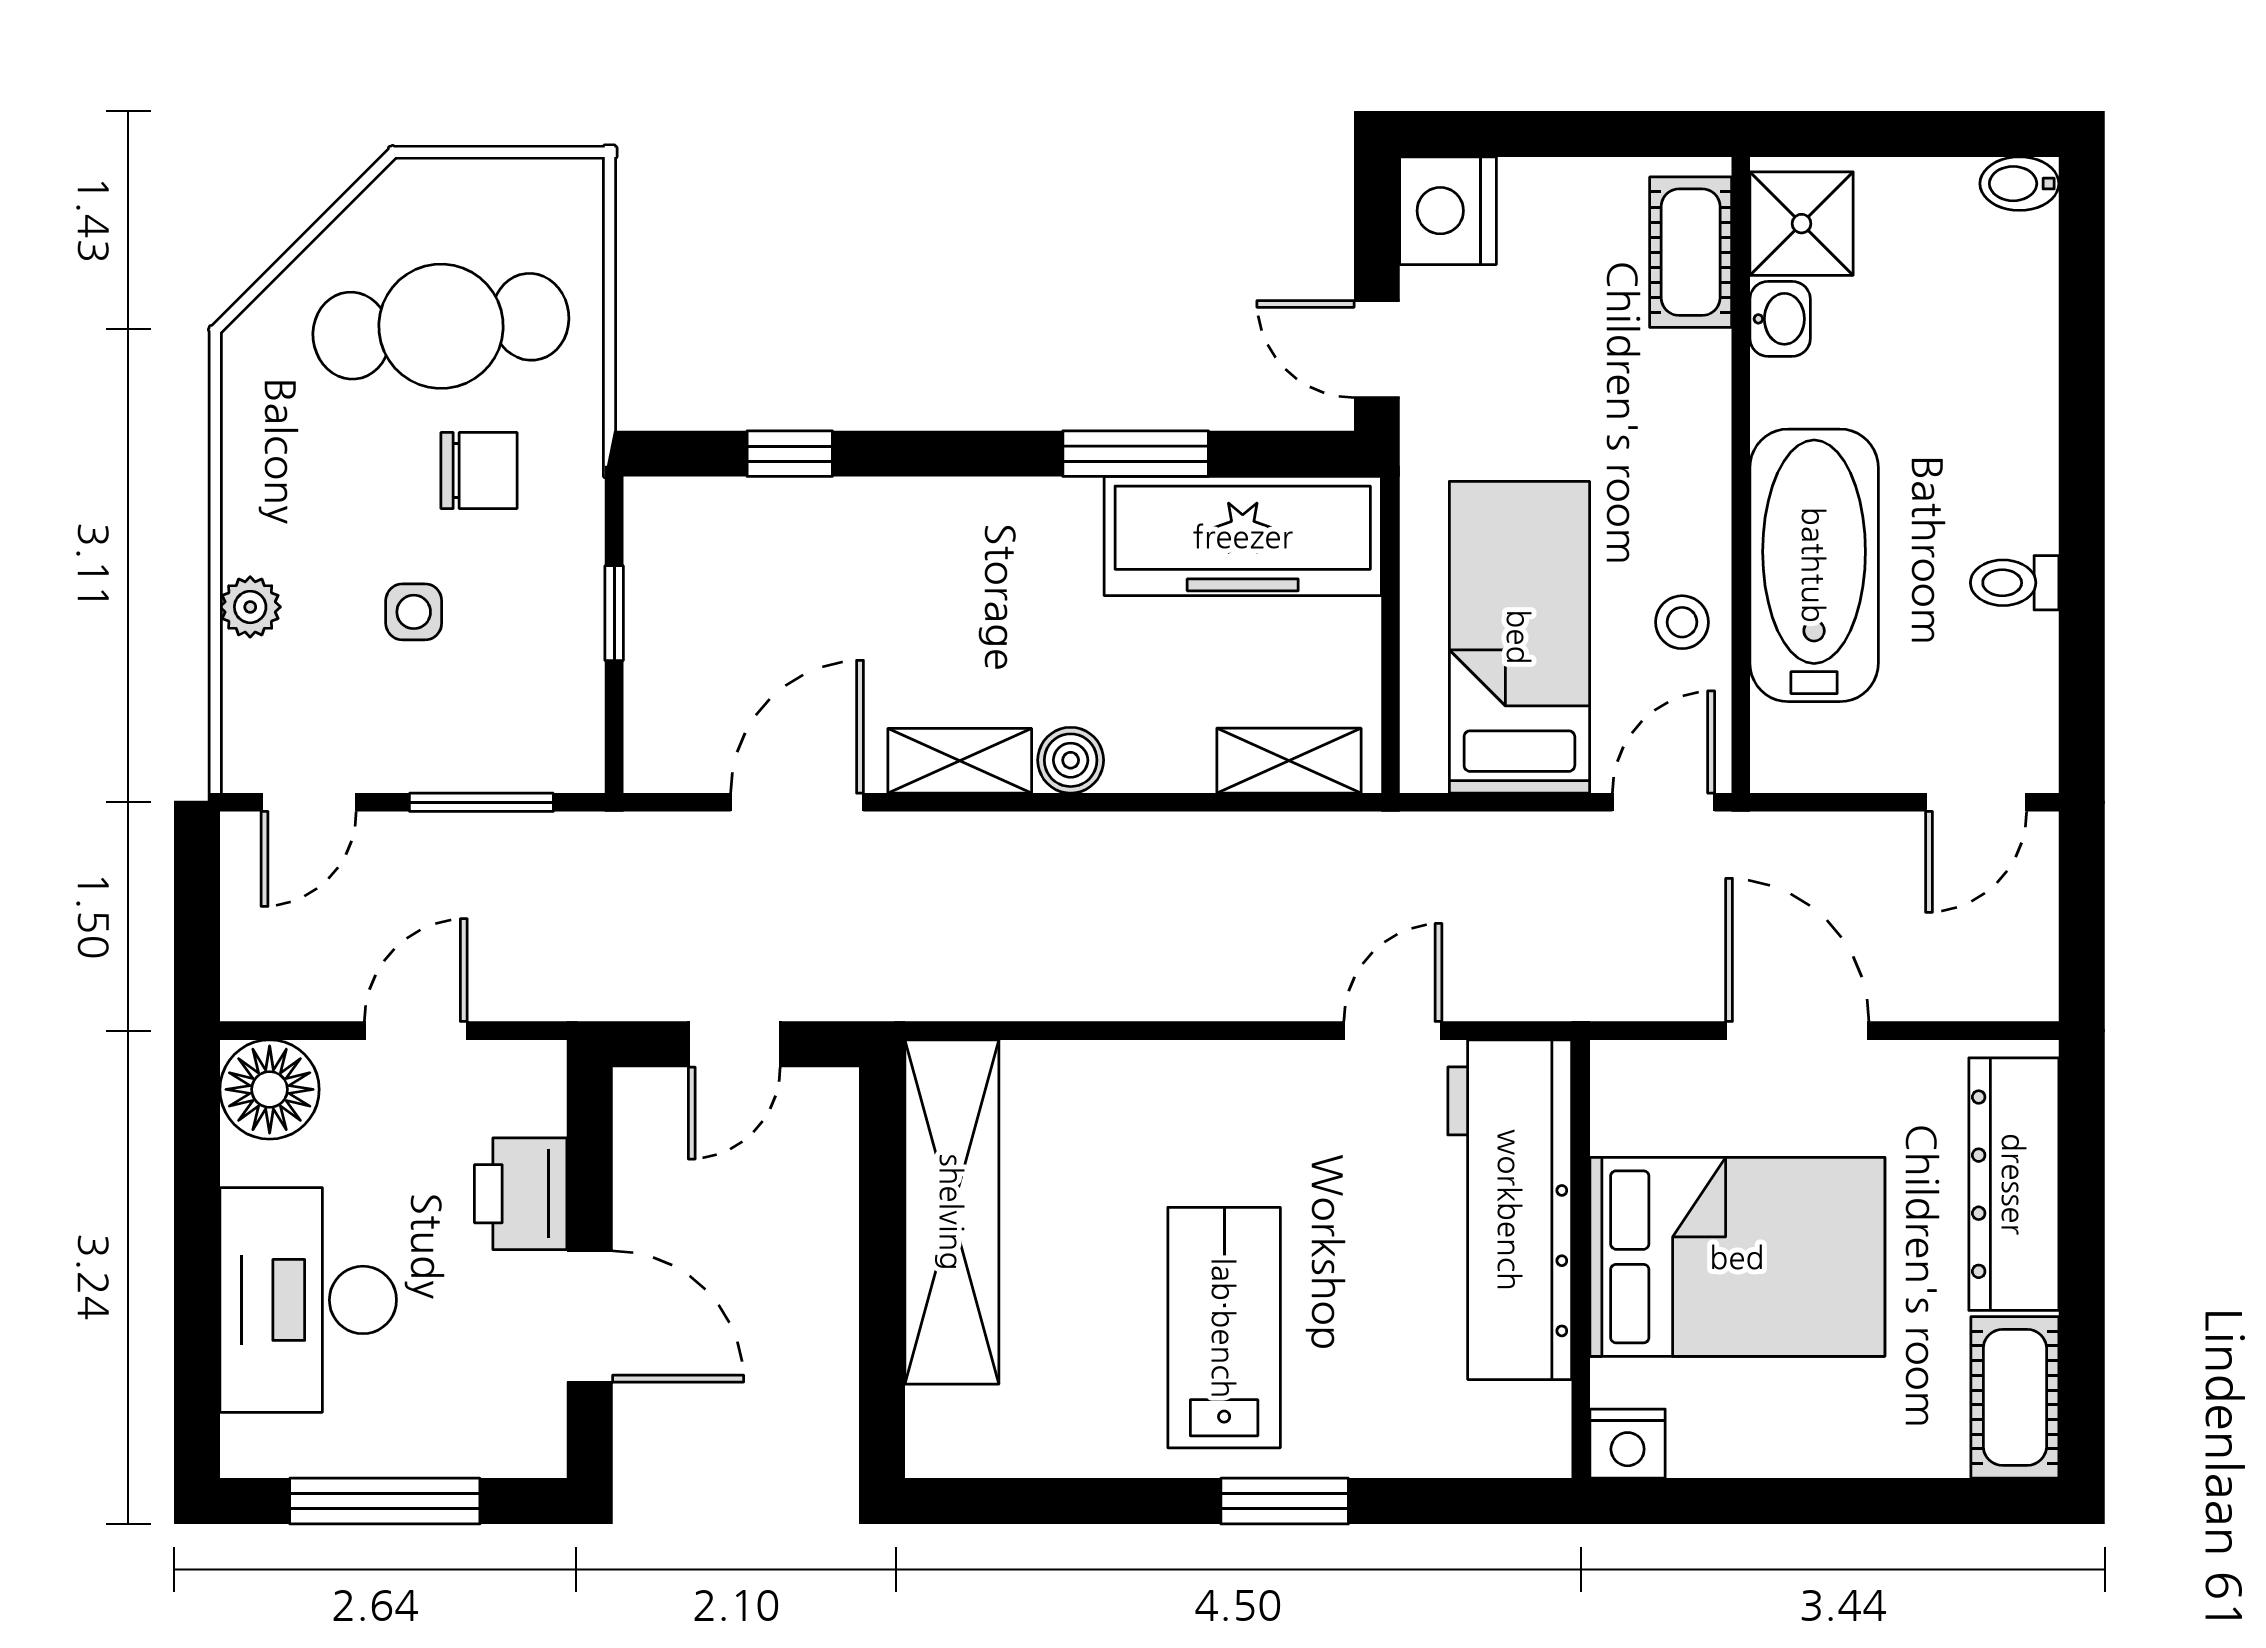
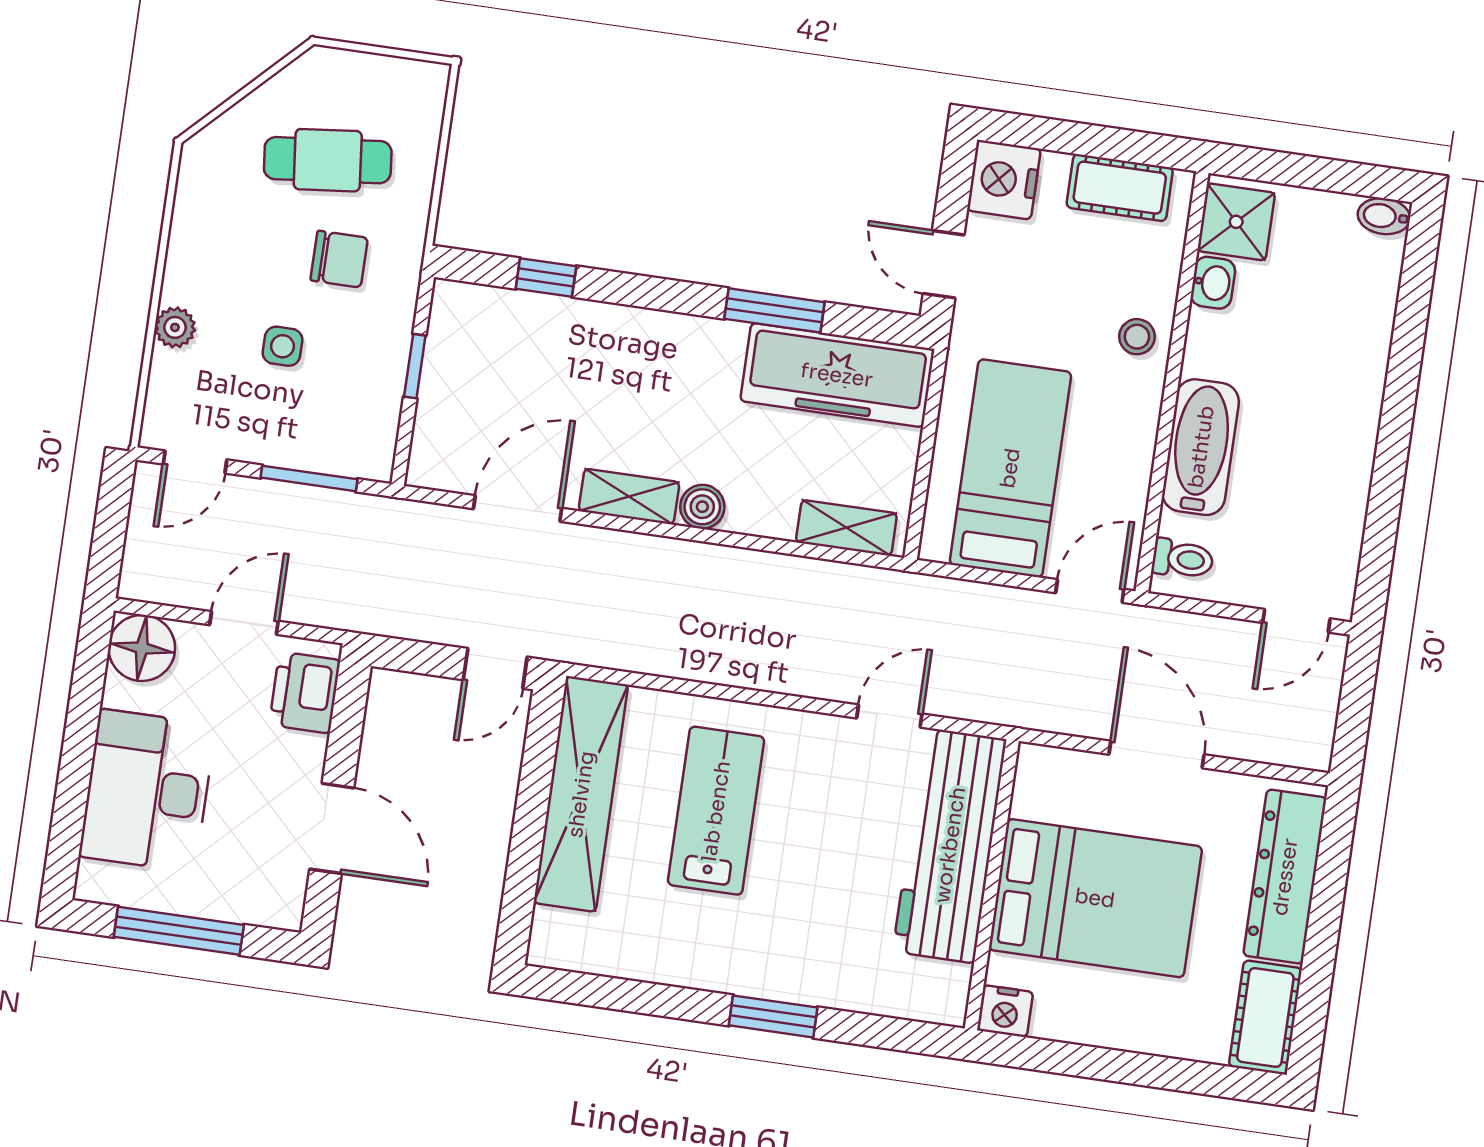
cot: (1691, 252) -> (1120, 188), moved, turned 90
cafe table: (441, 326) -> (328, 160), width x0.73, depth x0.74
bathtub: (1814, 565) -> (1201, 447), width x0.73, depth x0.73
toilet: (2015, 583) -> (1183, 559), moved, turned 180
stool: (1682, 622) -> (1137, 337), moved
door: (734, 1044) -> (495, 668), moved
printer: (521, 1194) -> (305, 693), moved
lab bench: (1224, 1328) -> (716, 811), moved

